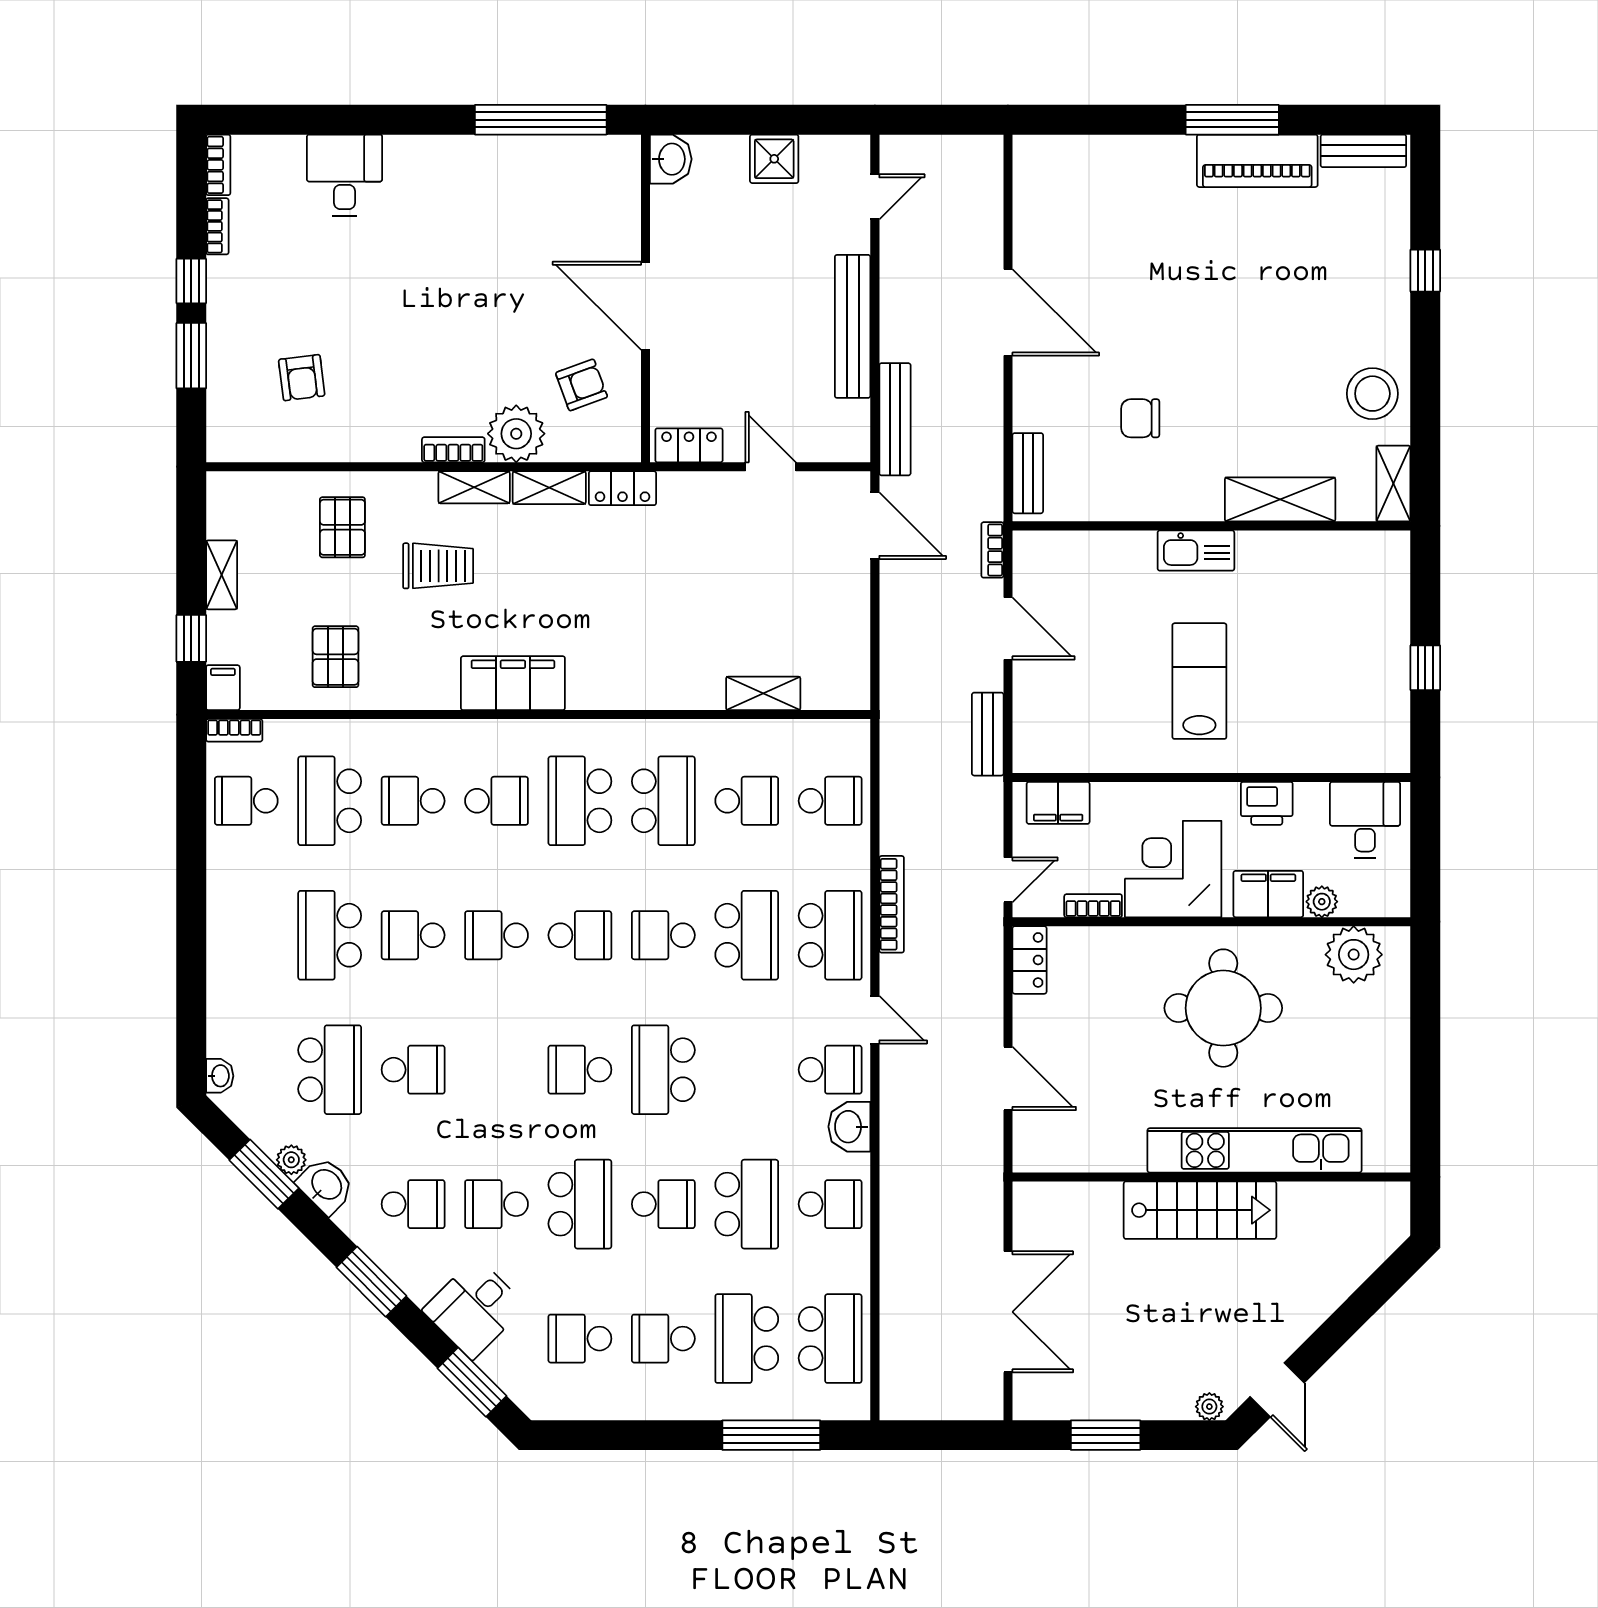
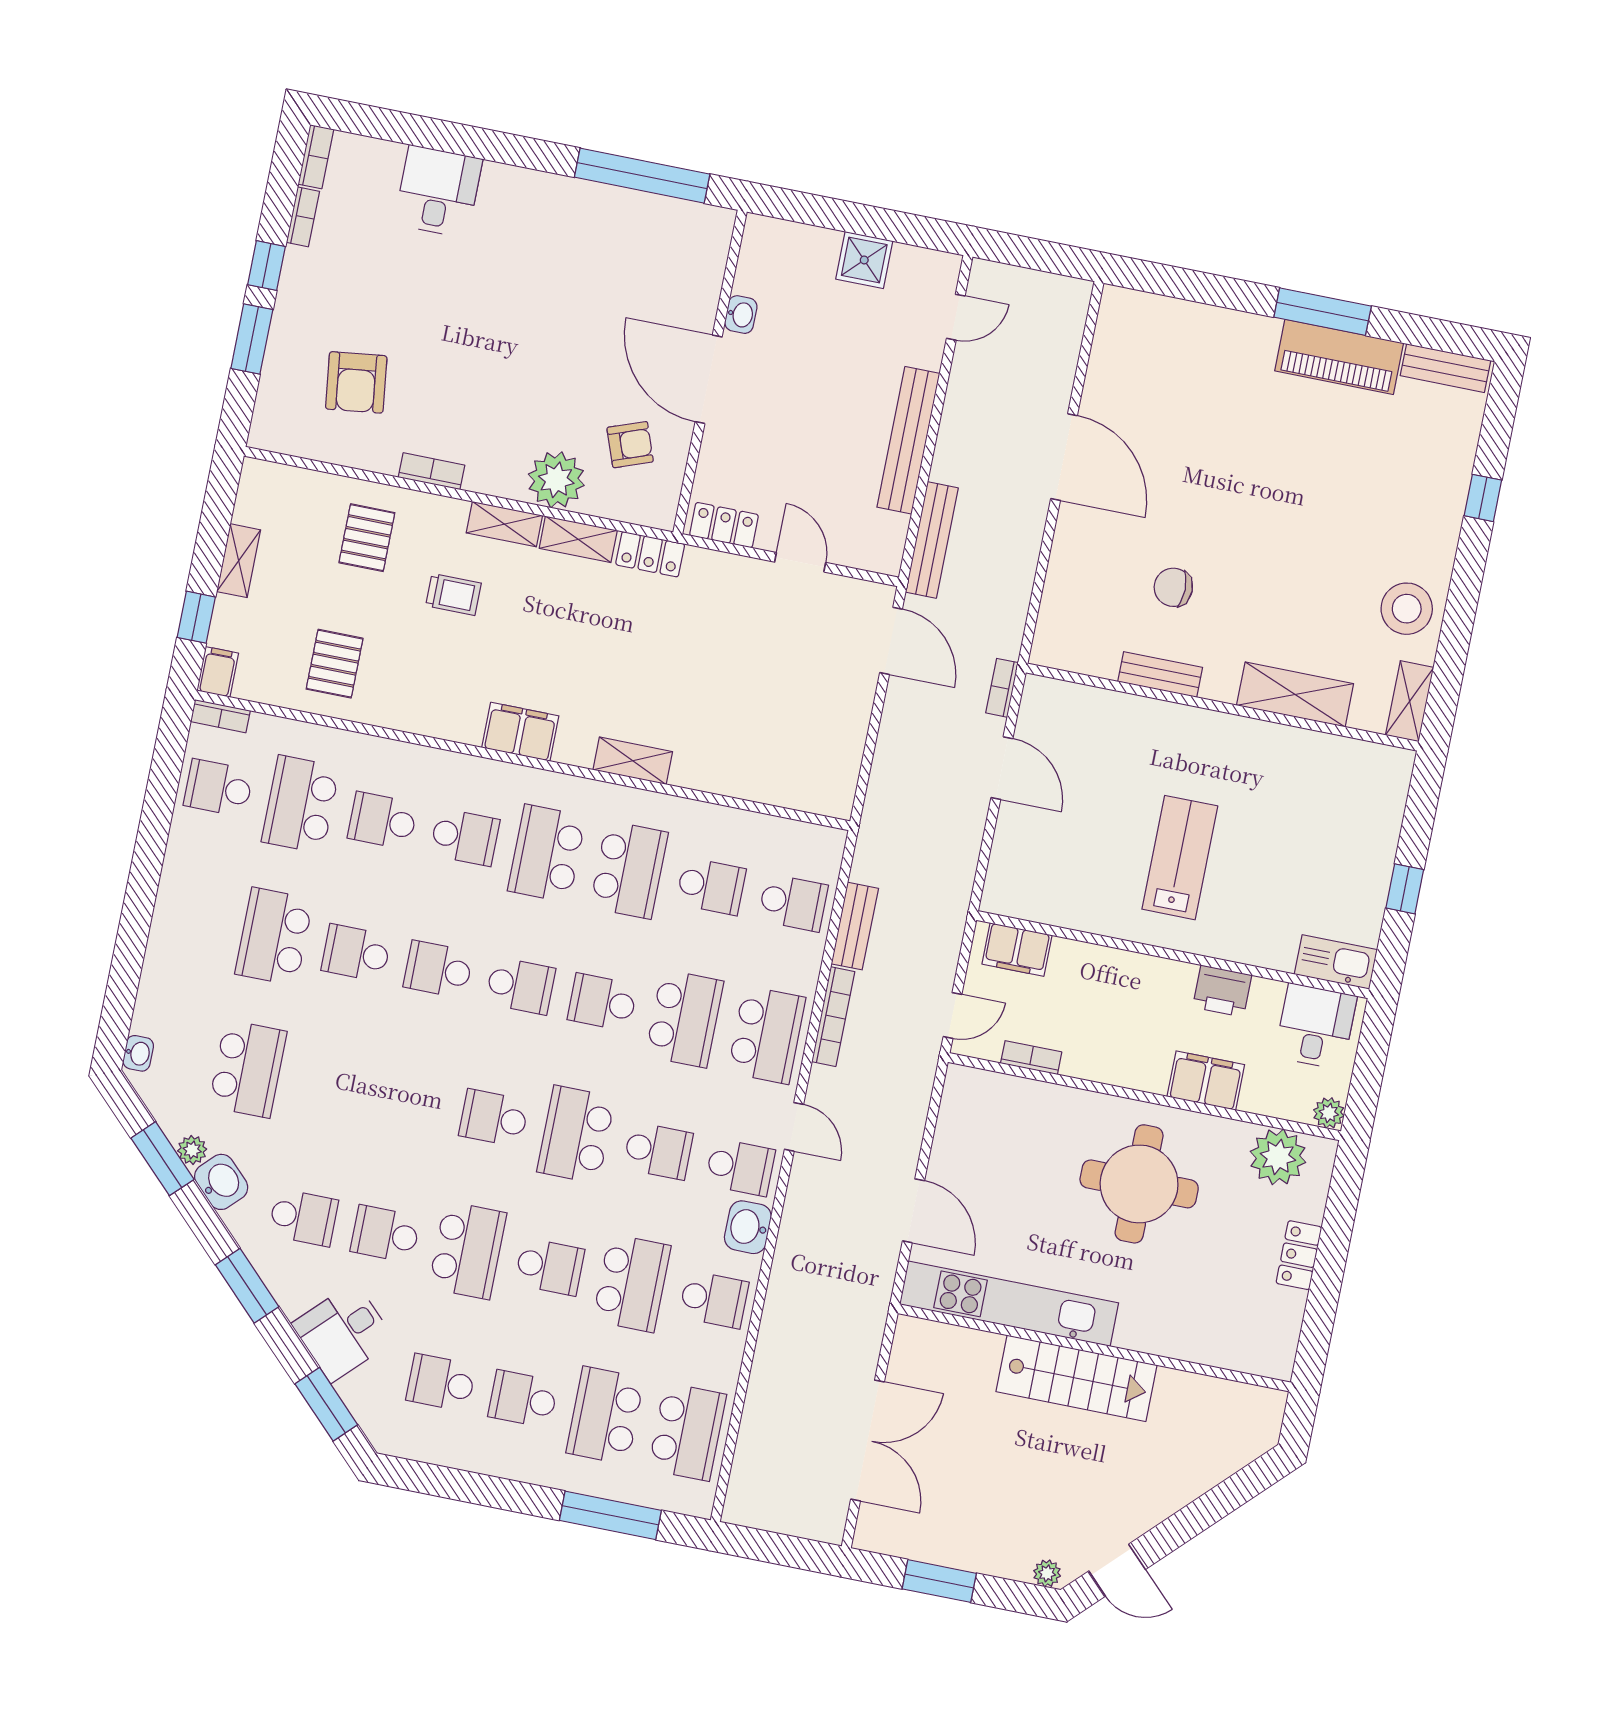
washbasin: (671, 159) -> (741, 315), moved, width x0.72, depth x0.69
armchair: (302, 378) -> (356, 382), width x1.38, depth x1.38
bookcase: (453, 450) -> (432, 471), moved
bench: (1028, 473) -> (1160, 675), moved, turned 90
kitchen sink: (1196, 551) -> (1336, 962), moved, turned 180
trolley: (438, 566) -> (453, 594), width x0.73, depth x0.72
filing cabinet: (513, 683) -> (520, 732), width x0.67, depth x0.86
shelving: (763, 693) -> (633, 761), moved
bench: (988, 734) -> (855, 926), moved
corner desk: (1173, 869) -> (1117, 1037), removed
plant: (1322, 902) -> (1329, 1113), moved
locker: (1030, 960) -> (1299, 1255), moved, turned 180
school desk: (413, 1070) -> (658, 1151), moved
kitchen unit: (1255, 1150) -> (1009, 1304), moved
door: (1277, 1390) -> (1117, 1570), hinge flipped

